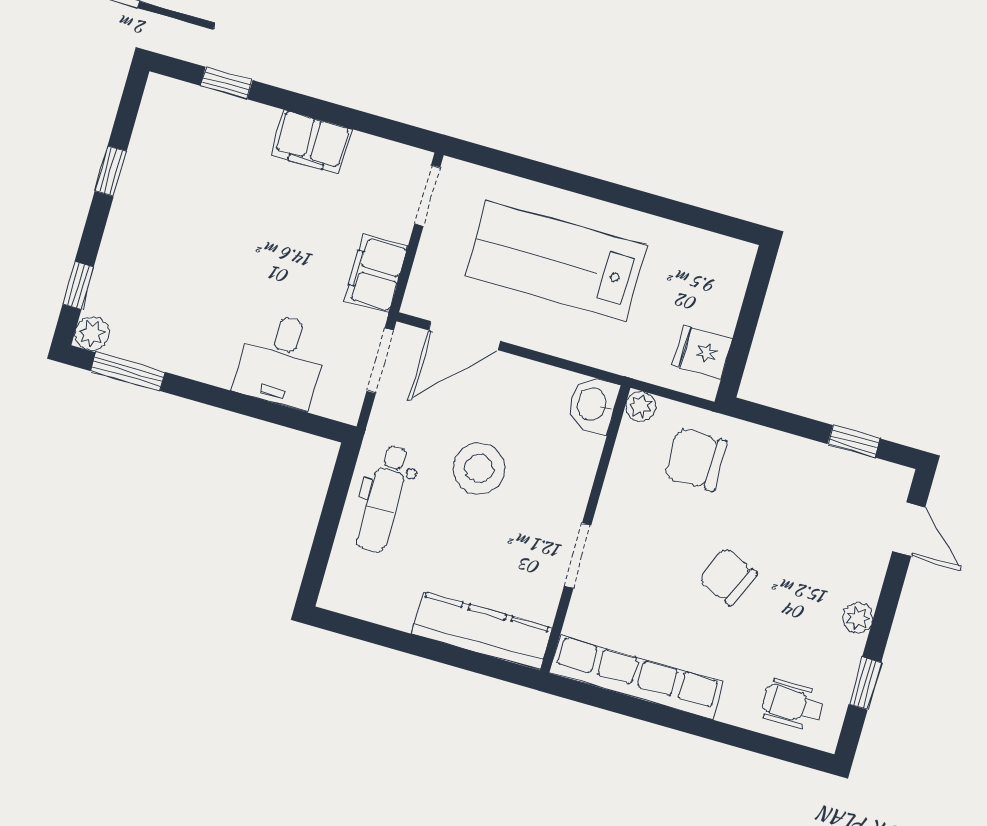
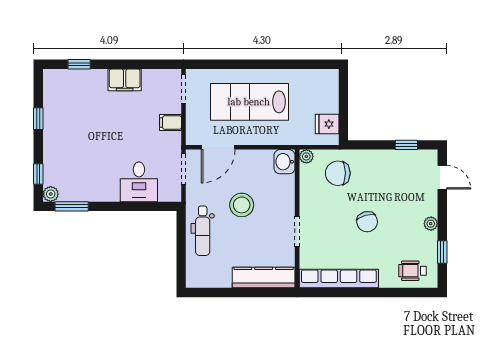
filing cabinet: (376, 274) -> (170, 123), width x0.50
chair: (728, 577) -> (367, 222), turned -128

